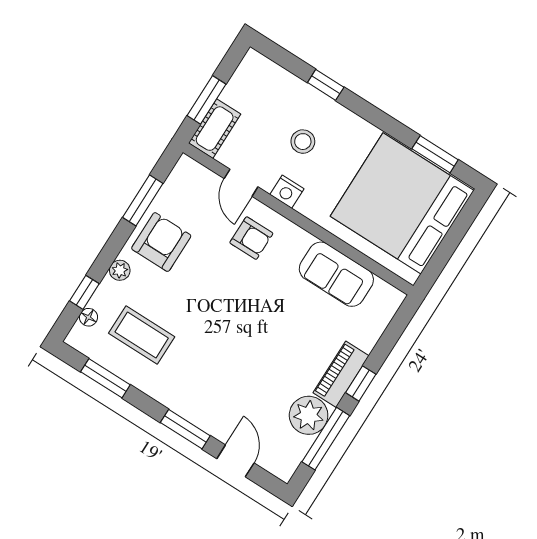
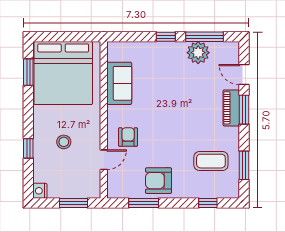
cot: (215, 129) -> (85, 190), removed
nightstand: (287, 192) -> (40, 191), moved, turned 180
plant: (120, 270) -> (186, 192), removed
floor lamp: (88, 317) -> (219, 193), removed
coffee table: (142, 335) -> (211, 161), turned 90
piano: (341, 374) -> (231, 108), moved, turned 90
door: (235, 461) -> (244, 75), hinge flipped

